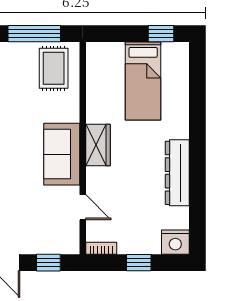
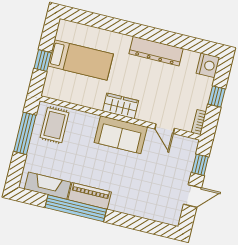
window: (161, 34) -> (43, 61), moved
rug: (54, 68) -> (55, 125), turned 90
door: (83, 207) -> (165, 129), swing flipped

